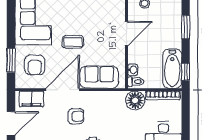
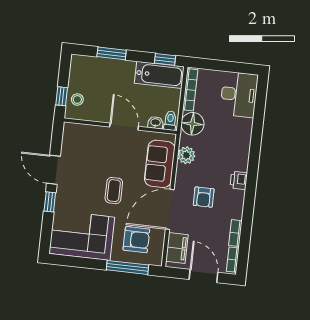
door: (127, 33) -> (124, 127), moved
window: (11, 60) -> (127, 267), width x1.44
door: (63, 90) -> (170, 209), hinge flipped
plant: (109, 98) -> (186, 155), added
armchair: (76, 116) -> (204, 197), turned 180

